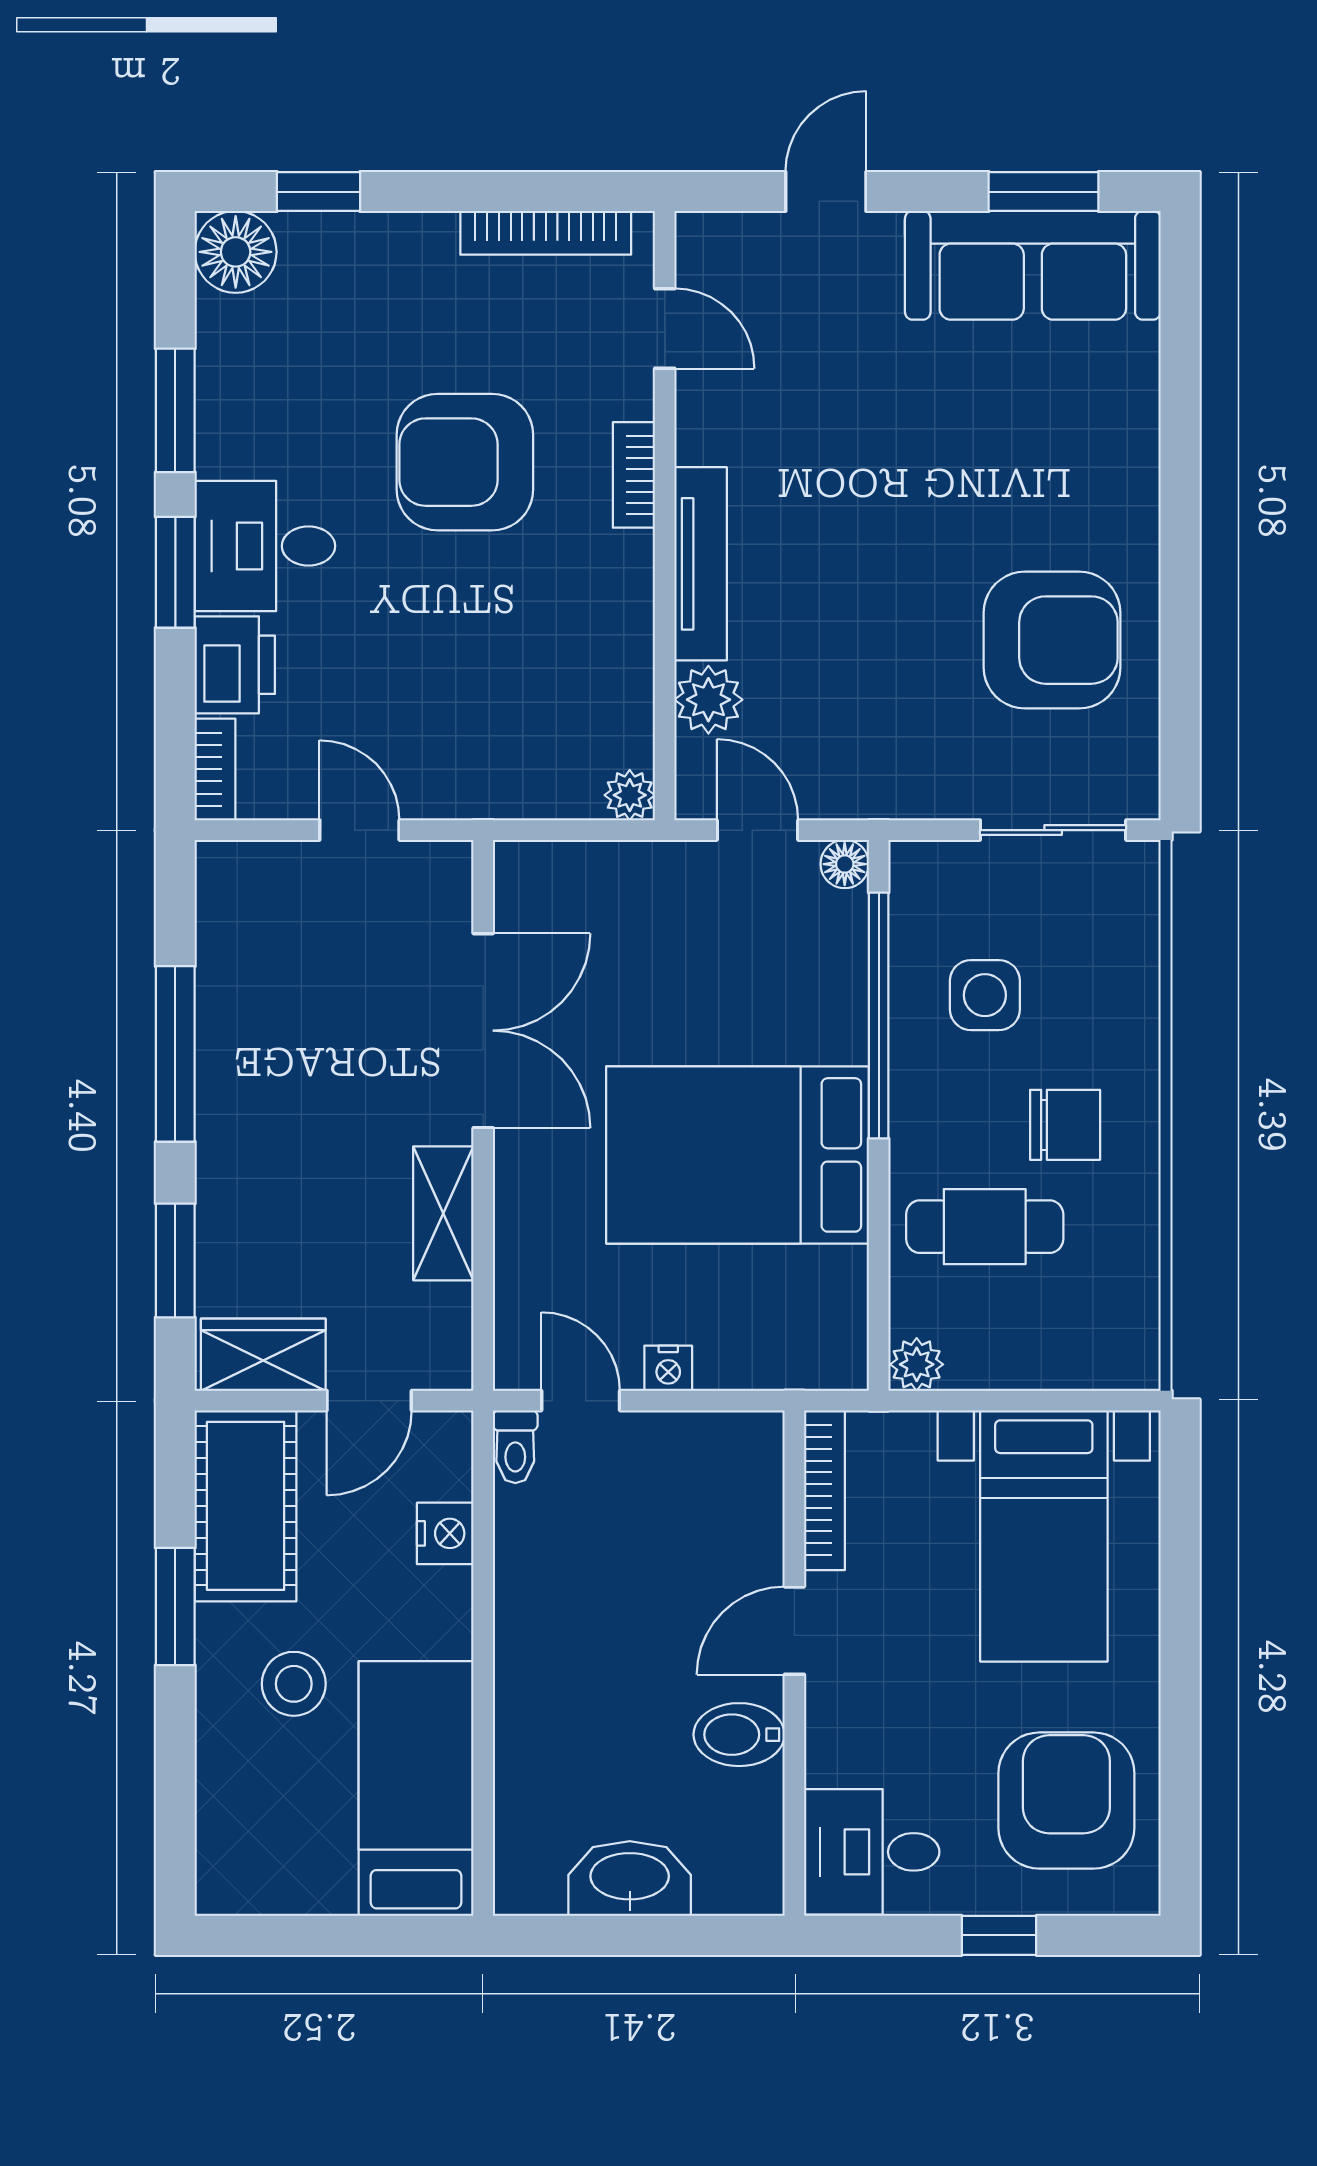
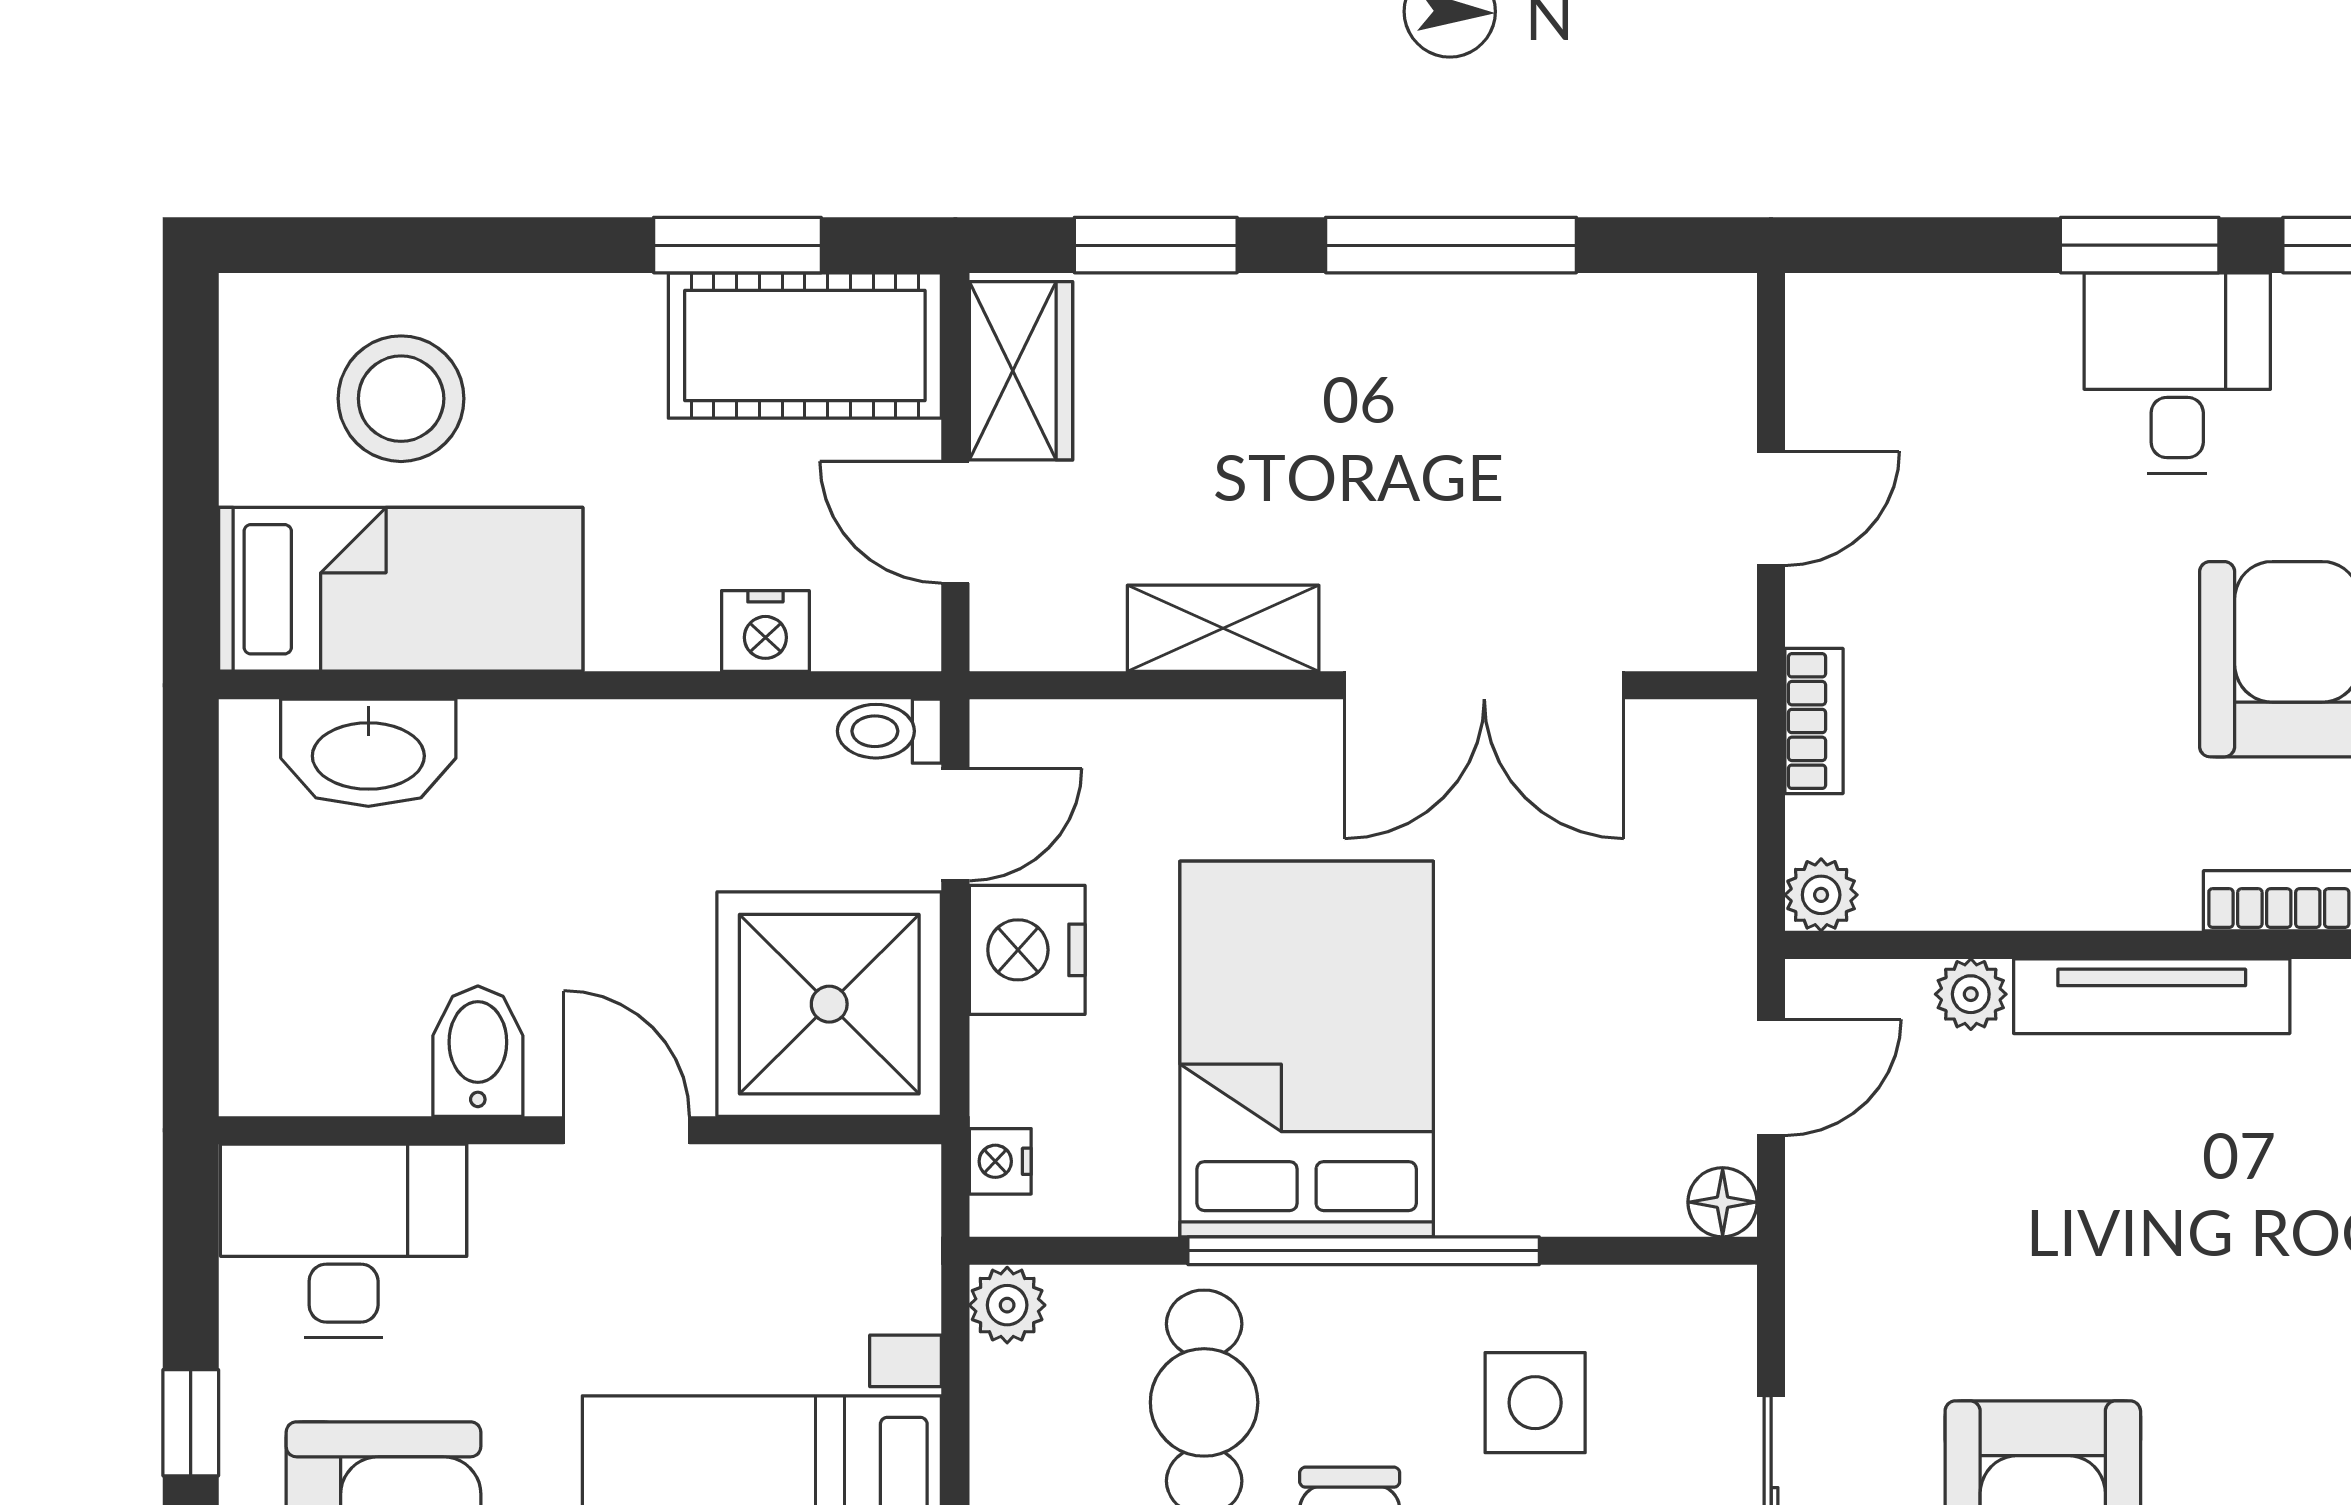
printer: (235, 665) -> (2007, 330), removed
plant: (708, 700) -> (1971, 994), width x0.73, depth x0.73
bookcase: (215, 769) -> (1814, 721), moved, turned -90
window: (879, 1015) -> (1364, 1251), moved
nightstand: (668, 1368) -> (1027, 950), width x1.89, depth x1.79
nightstand: (816, 1369) -> (1000, 1161), added
shower: (706, 1489) -> (829, 1004), added
bookcase: (825, 1490) -> (827, 1173), removed
window: (175, 1606) -> (737, 245), moved
stool: (294, 1684) -> (401, 399), moved, width x1.38, depth x1.38
desk: (872, 1852) -> (344, 1241), width x1.37
washbasin: (630, 1879) -> (368, 753), moved, turned 90

